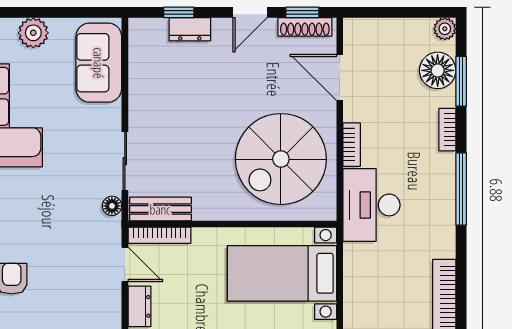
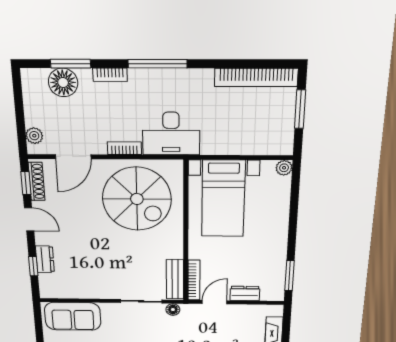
plant: (445, 29) -> (34, 136), moved

